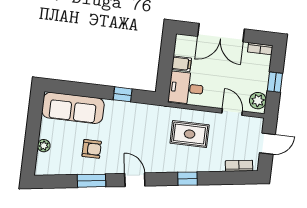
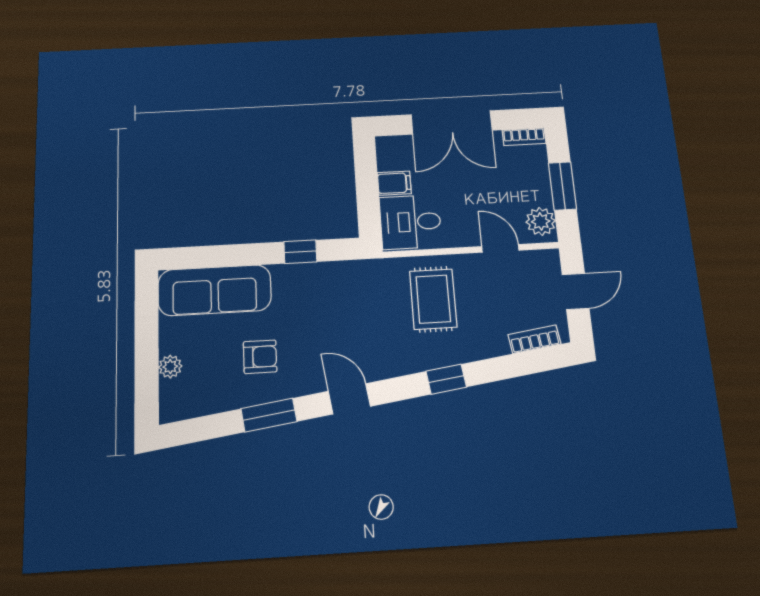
window: (275, 82) -> (562, 186), width x1.50
rug: (190, 134) -> (433, 299), turned 90

